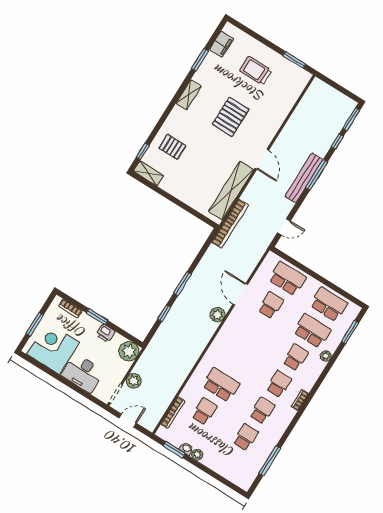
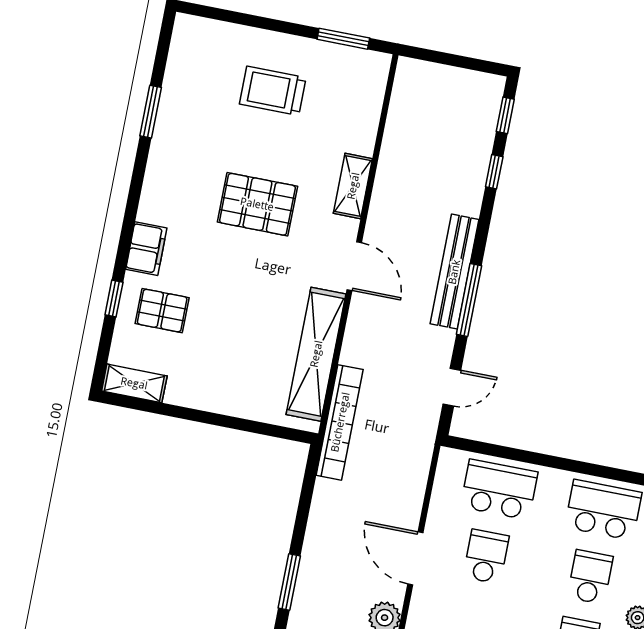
filing cabinet: (222, 44) -> (146, 249), moved
shelving: (189, 95) -> (353, 186), moved
pallet: (231, 117) -> (257, 204), turned 90
window: (351, 119) -> (505, 115), width x0.67
window: (143, 151) -> (114, 299), moved
window: (317, 175) -> (469, 300), moved
school desk: (312, 331) -> (590, 577), width x0.54

